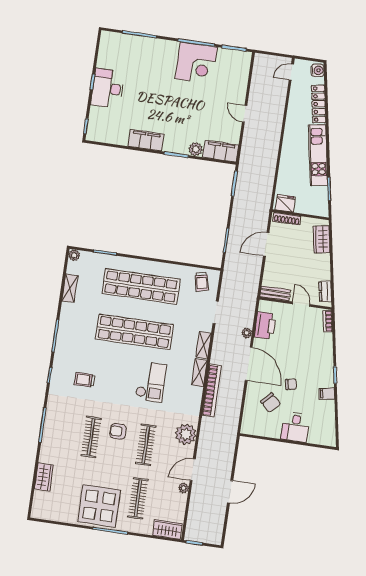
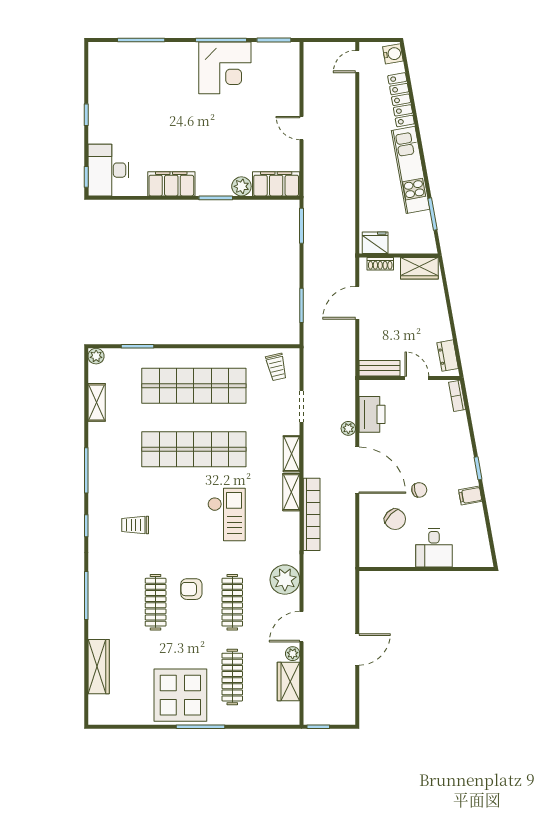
desk: (108, 88) -> (108, 170), moved
shoe rack: (287, 219) -> (380, 264), width x0.70
wardrobe: (322, 239) -> (419, 268), moved, turned -80
wardrobe: (44, 477) -> (99, 667), width x1.50
wardrobe: (167, 529) -> (288, 682), moved, turned -90

